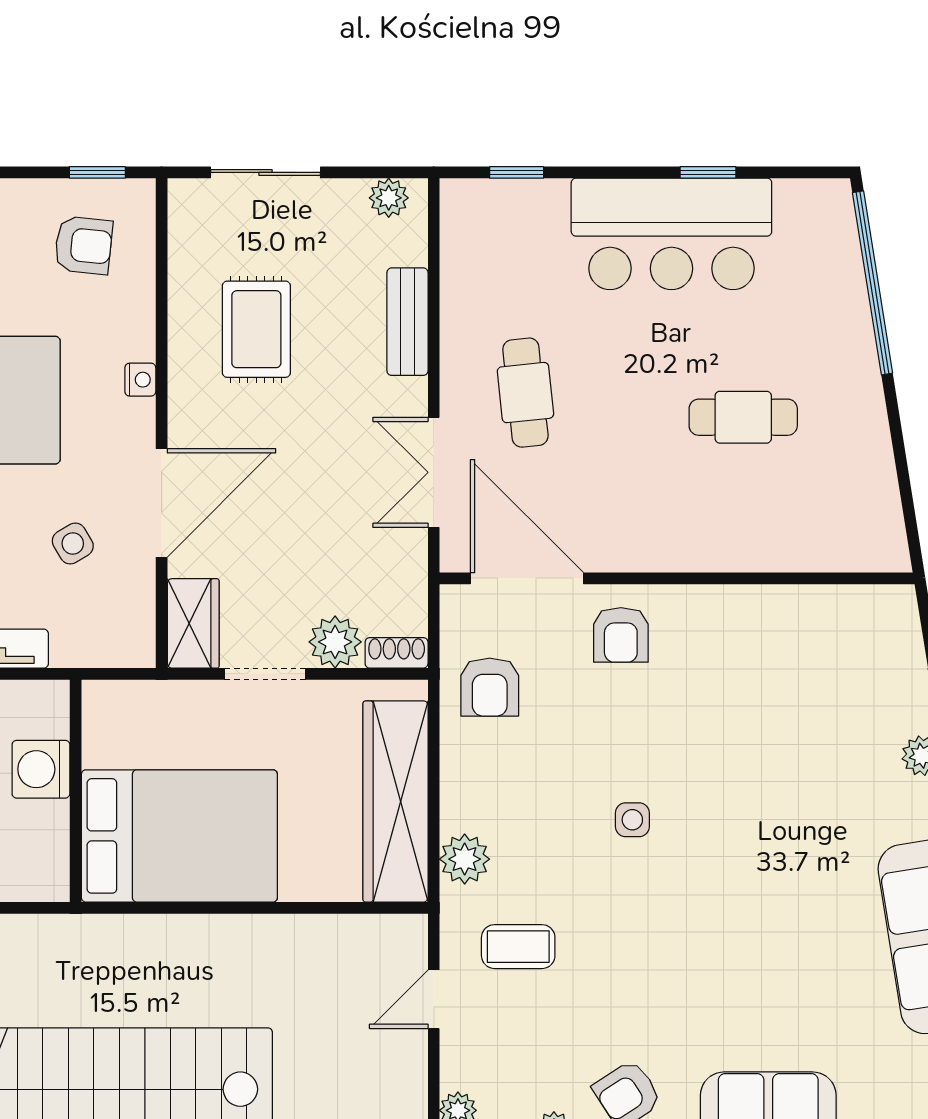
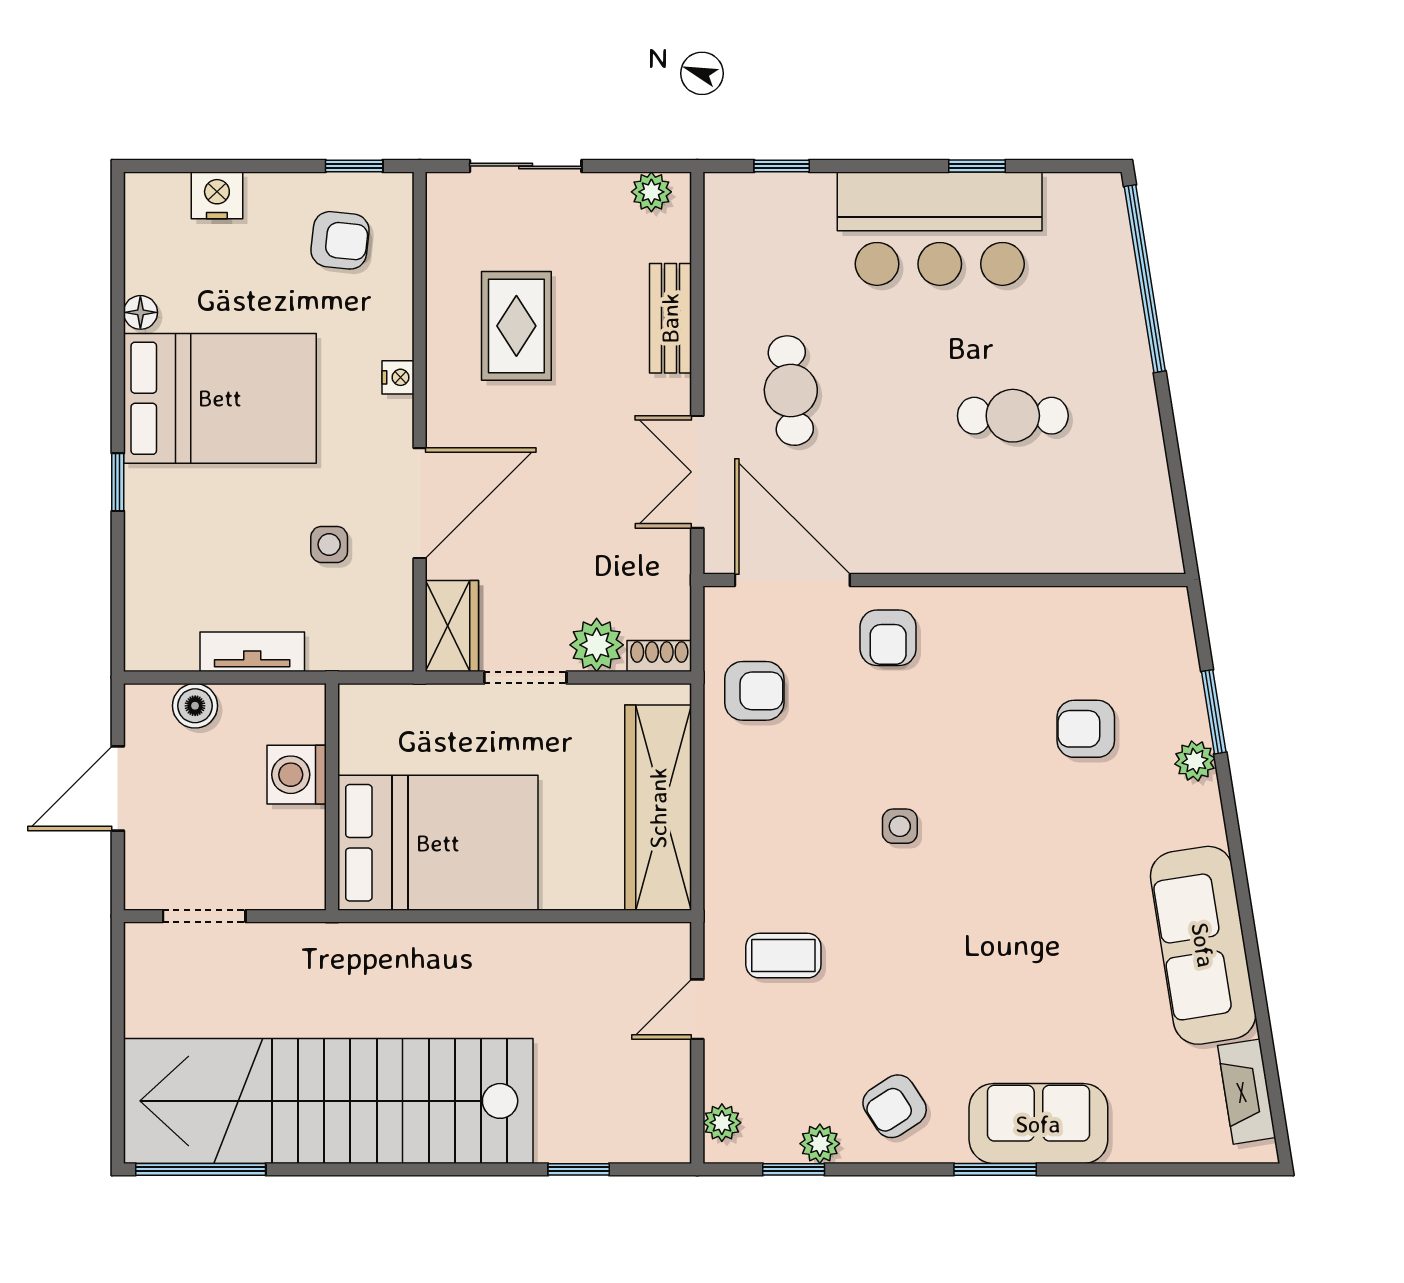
side table: (73, 543) -> (329, 544), turned 31
armchair: (490, 687) -> (754, 691), turned -90
armchair: (815, 724) -> (1086, 729), added
plant: (465, 859) -> (729, 866), removed

